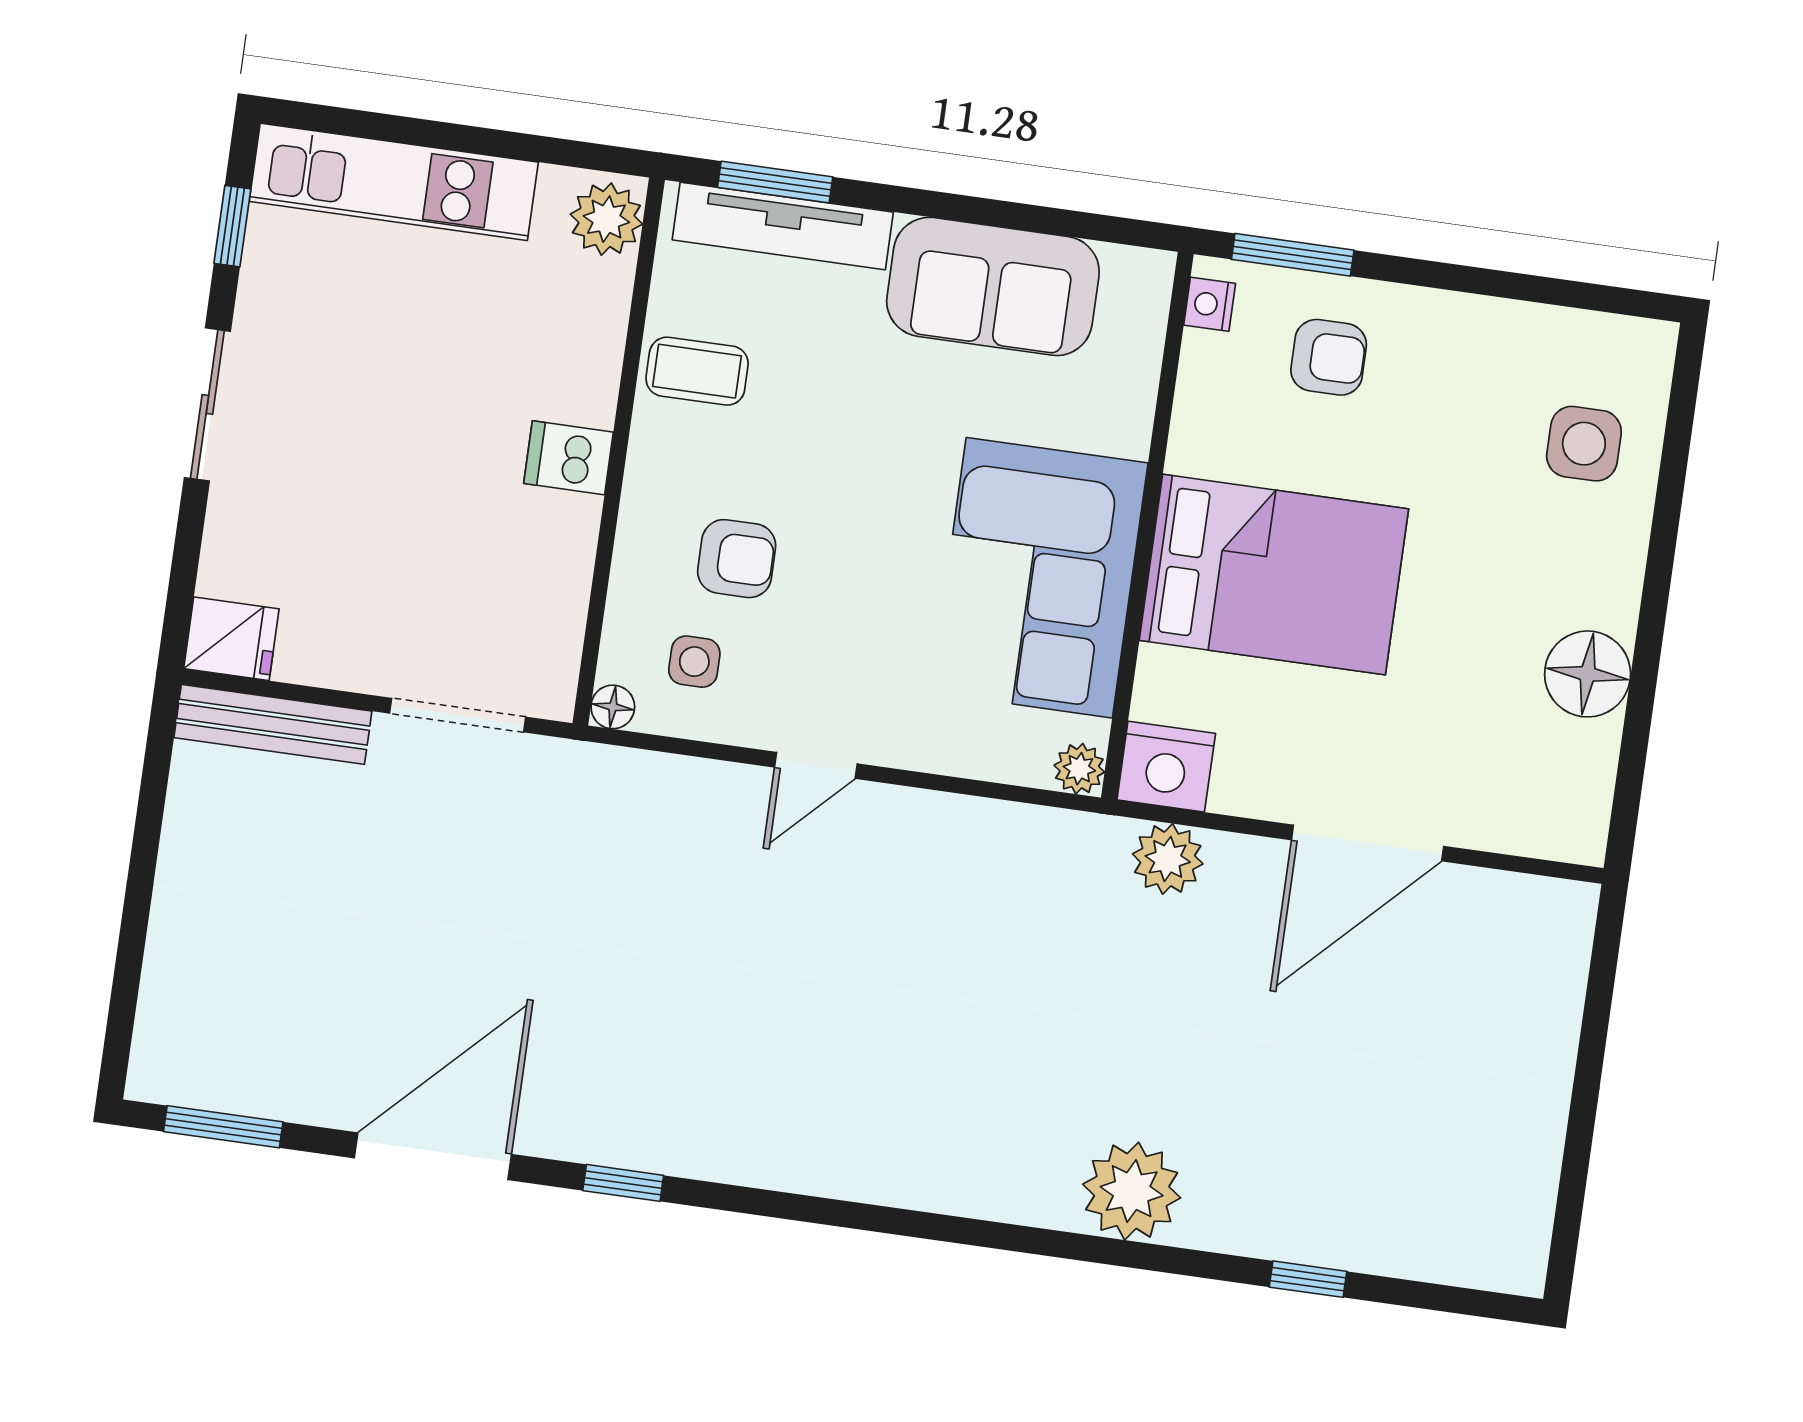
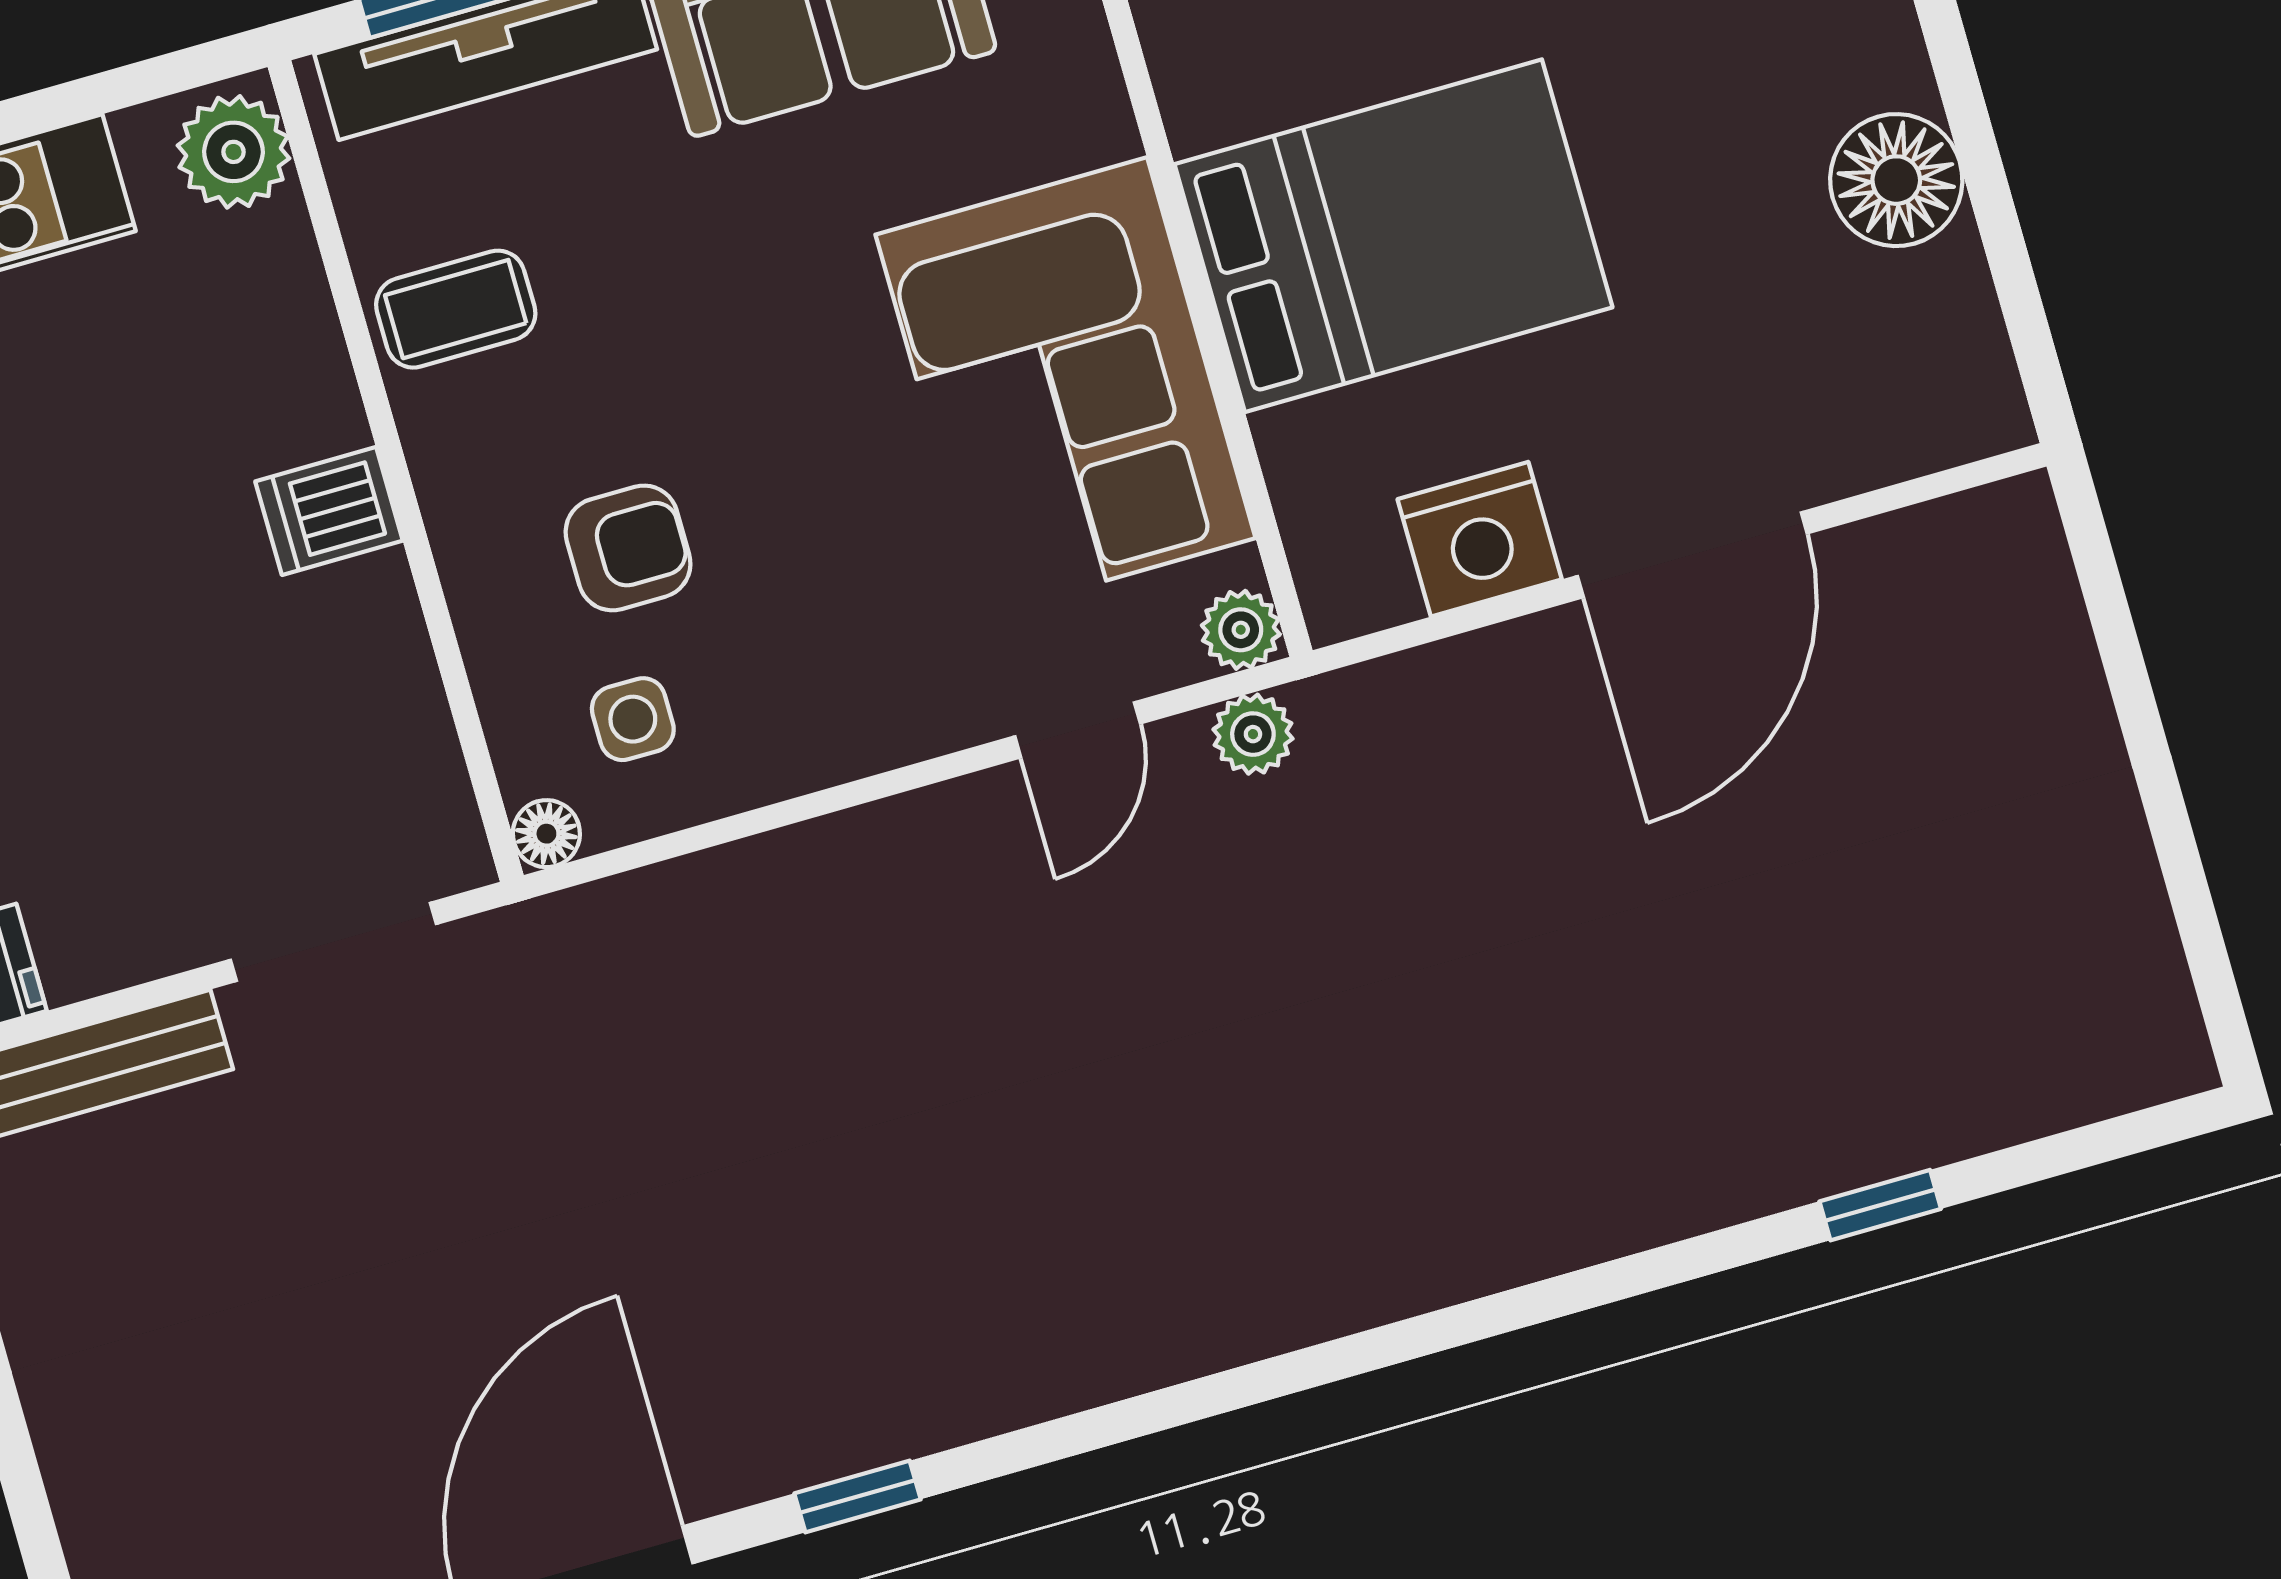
door: (816, 765) -> (1078, 730), moved
nightstand: (1166, 767) -> (1480, 539), moved
plant: (1168, 859) -> (1253, 734), moved, width x0.73, depth x0.73
plant: (1132, 1191) -> (1577, 1191), removed

